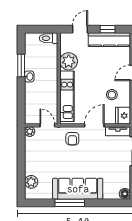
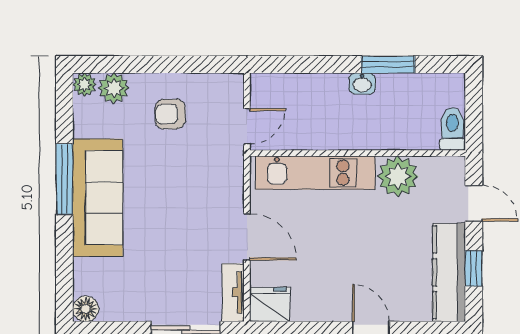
stool: (112, 95) -> (319, 278), removed
plant: (30, 132) -> (84, 85), moved
armchair: (72, 139) -> (170, 114), moved

